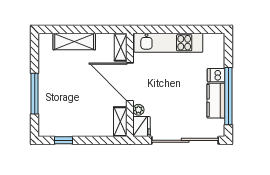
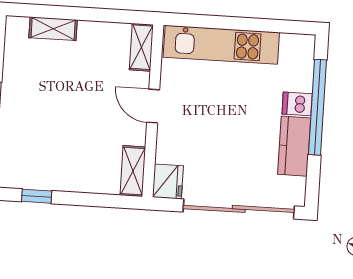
shelving: (74, 42) -> (53, 29), width x0.67, depth x0.75
door: (130, 82) -> (153, 106), width x0.53
window: (228, 96) -> (317, 107), moved
plant: (138, 110) -> (164, 153), removed

